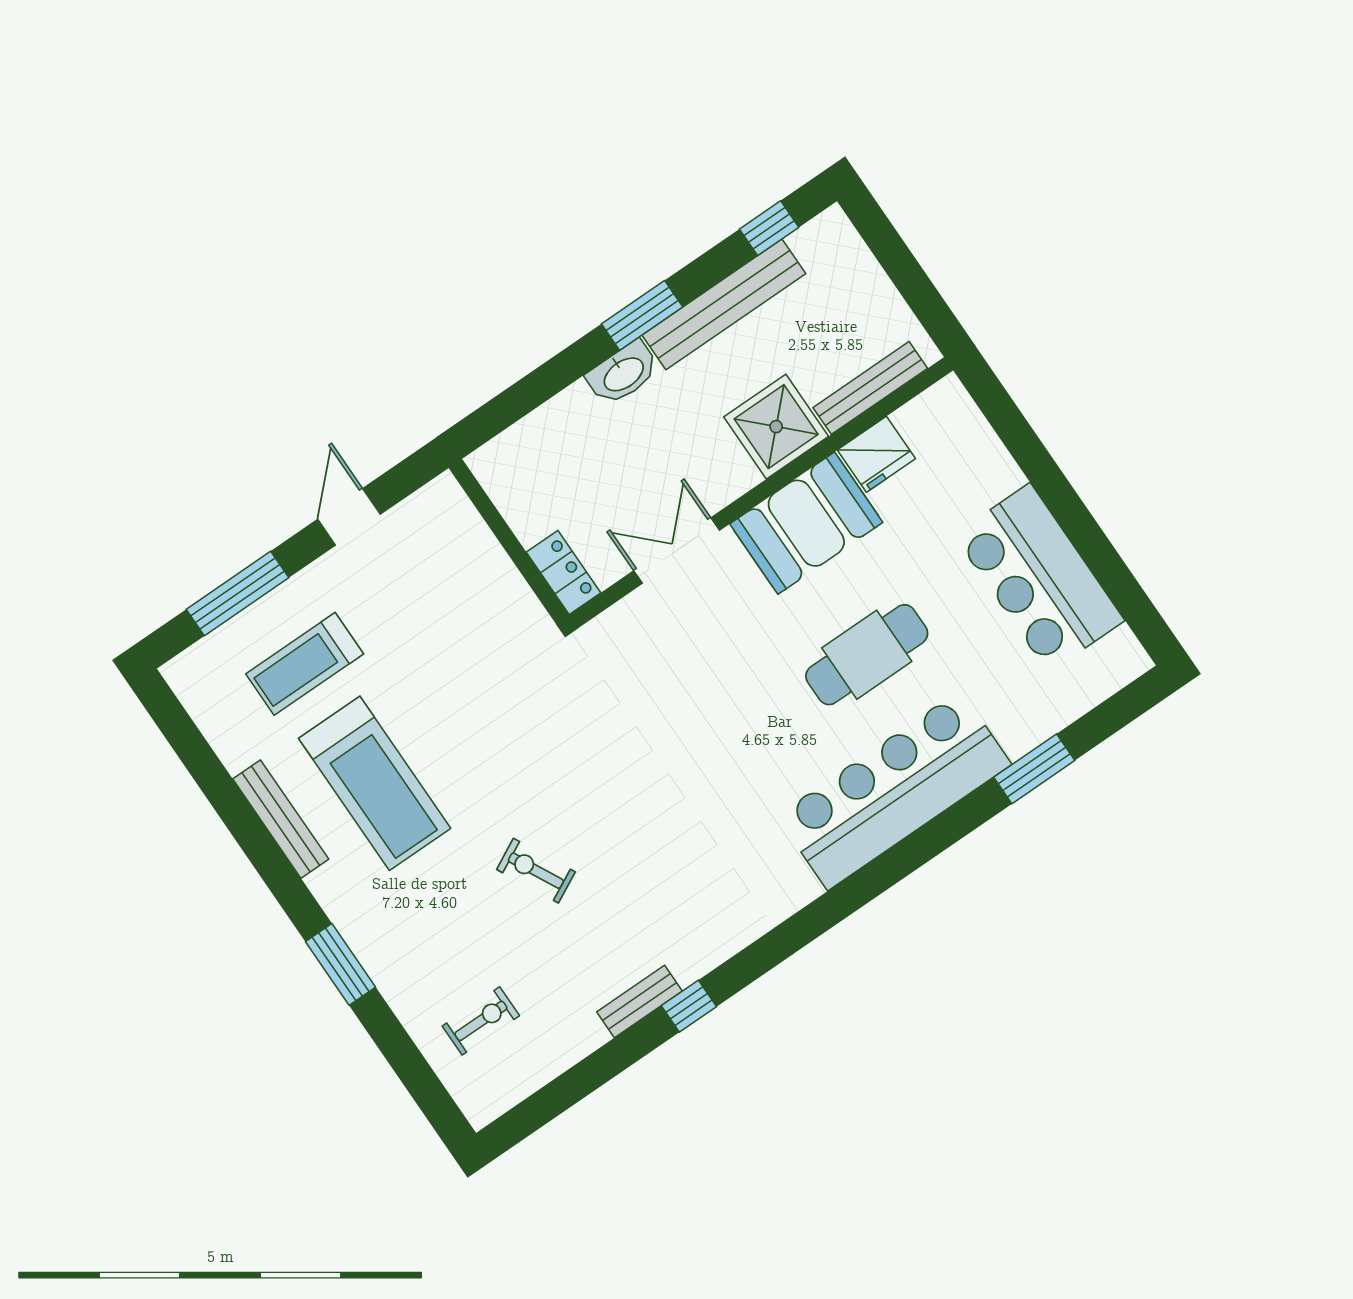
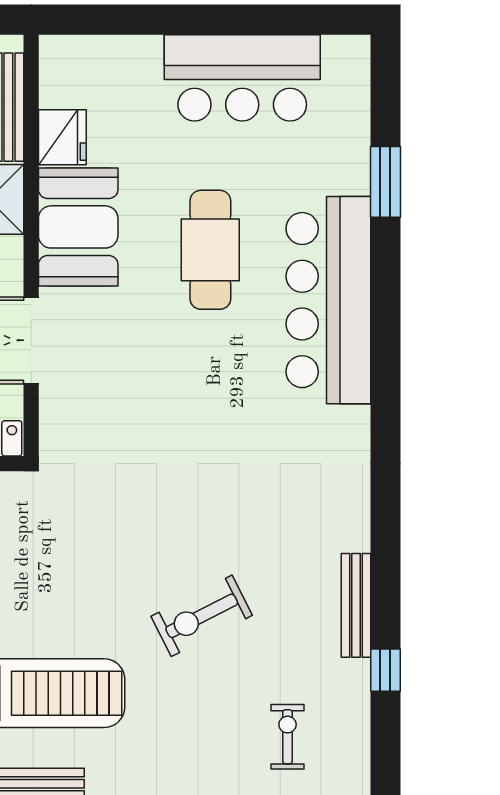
exercise bike: (536, 871) -> (202, 616), width x1.38, depth x1.39
bench: (640, 1001) -> (356, 605), width x1.36
window: (689, 1006) -> (385, 670), moved

